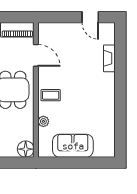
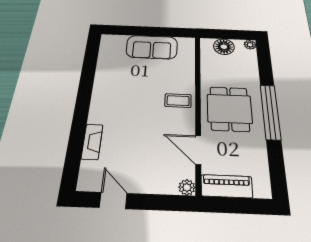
plant: (43, 121) -> (187, 187), moved
floor lamp: (26, 149) -> (224, 47), moved

